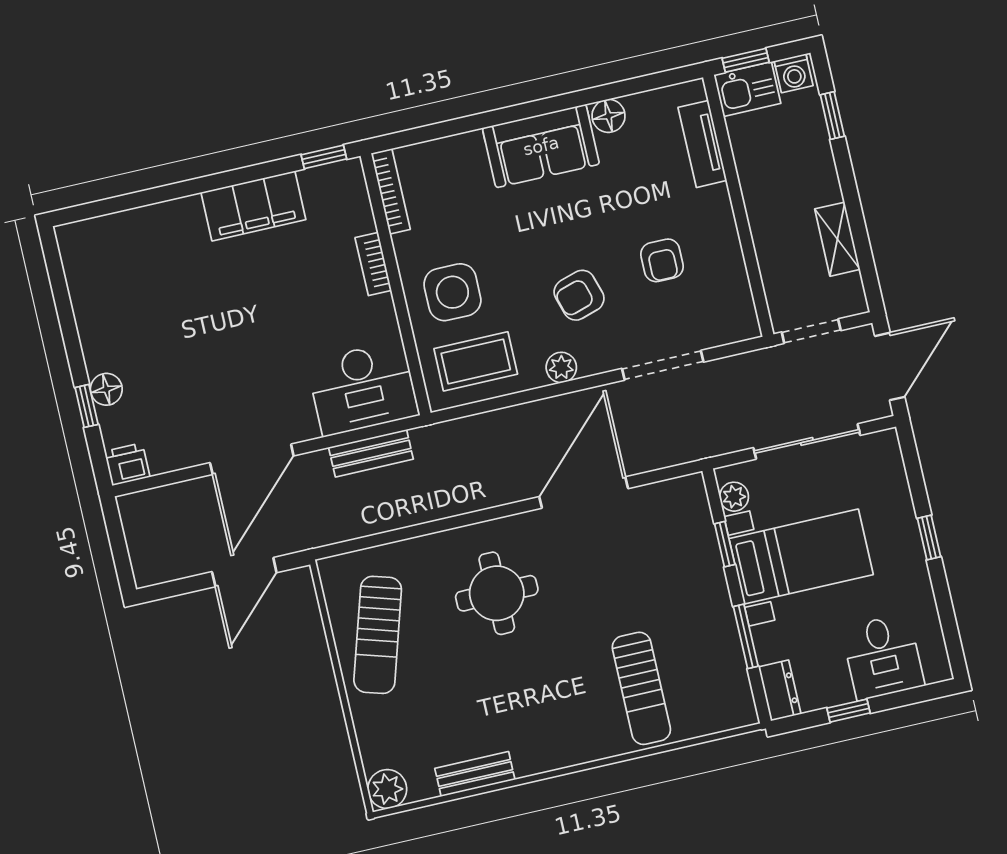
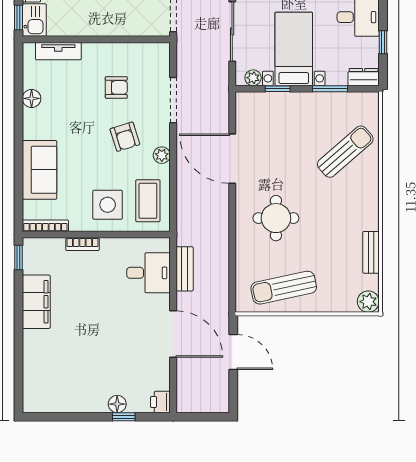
sofa: (541, 146) -> (39, 170), moved
desk: (363, 388) -> (149, 273), width x0.73
sun lounger: (378, 635) -> (284, 288), turned 151
sun lounger: (641, 688) -> (345, 152), turned -41

